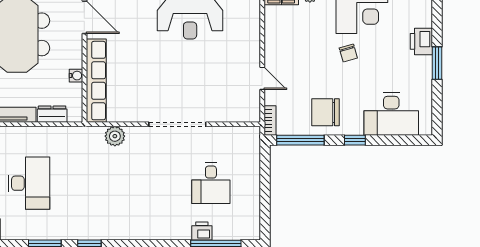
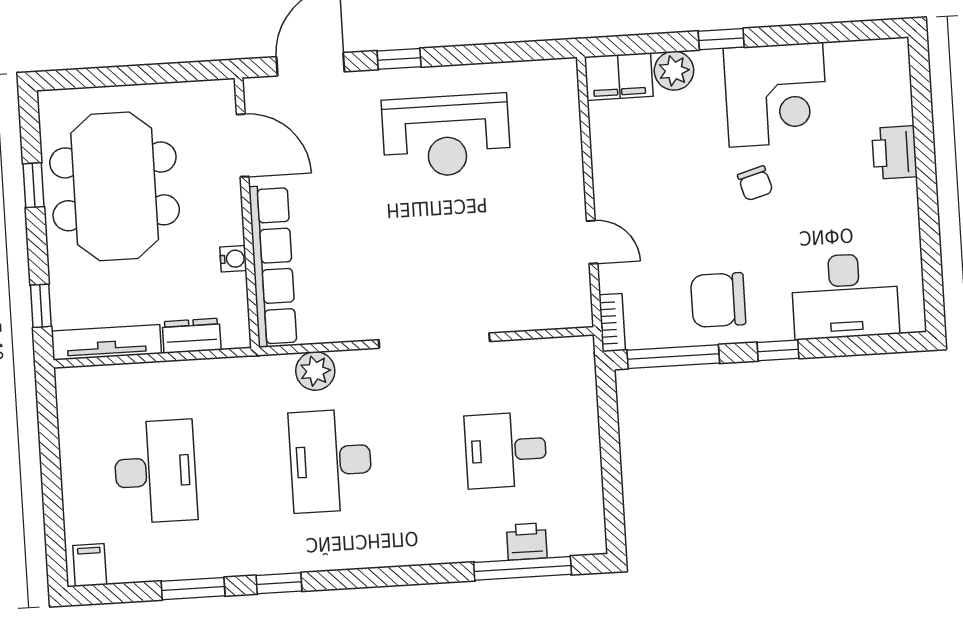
window: (437, 63) -> (927, 192), removed
desk: (120, 183) -> (331, 461), added
desk: (211, 183) -> (506, 450), turned 90
printer: (202, 231) -> (527, 541), moved

